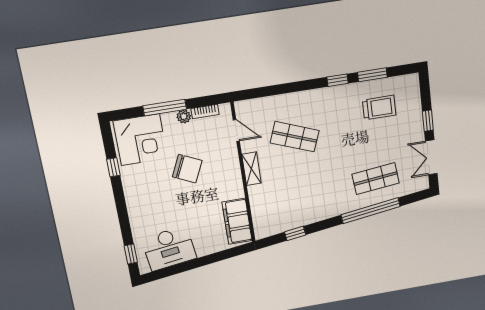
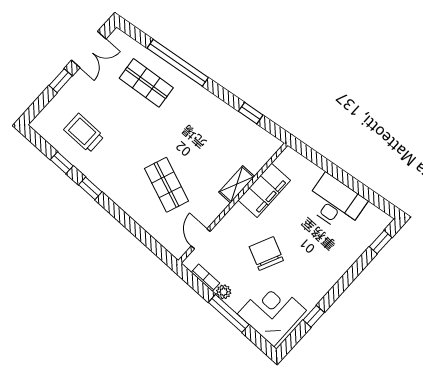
window: (372, 75) -> (62, 163), width x0.67
shelving: (251, 169) -> (237, 184), moved
filing cabinet: (237, 221) -> (264, 190), moved
desk: (169, 248) -> (335, 203), moved

